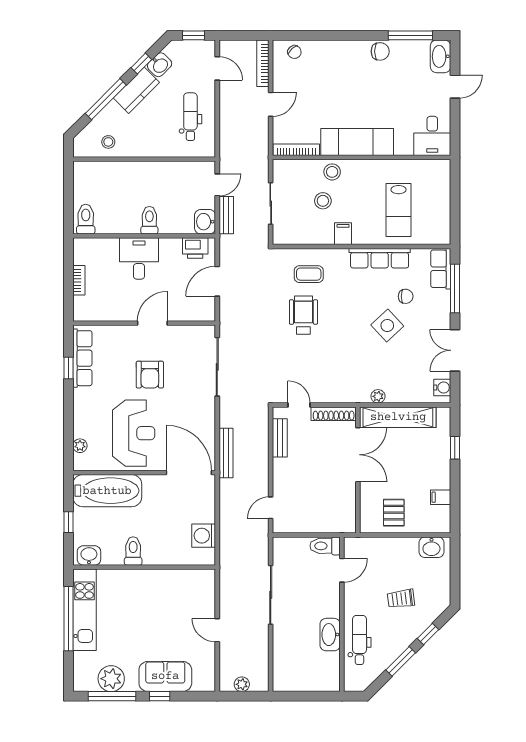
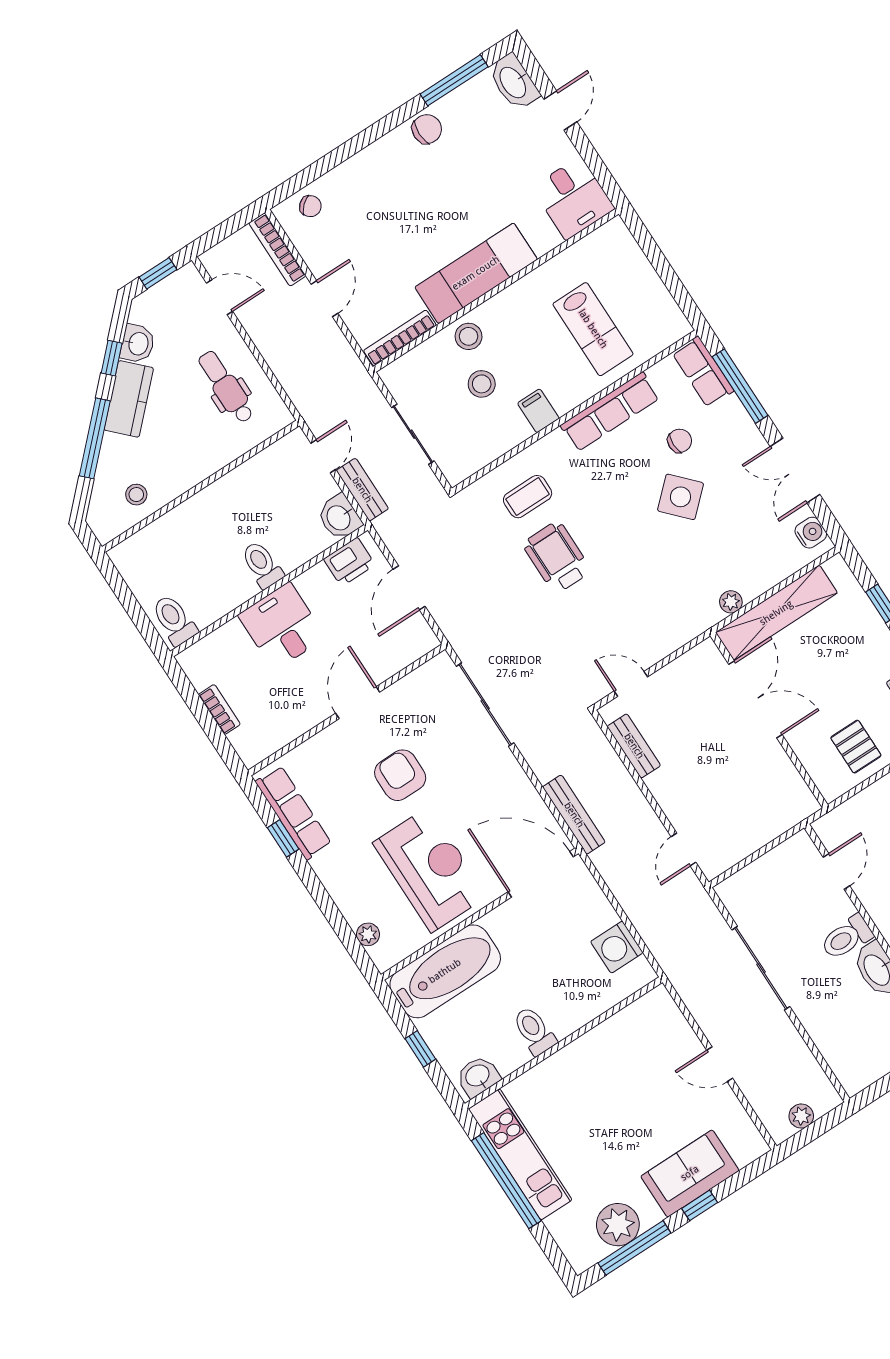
armchair: (150, 375) -> (400, 775), turned 180
shoe rack: (334, 414) -> (686, 665), removed
toilet: (325, 546) -> (847, 937), moved

